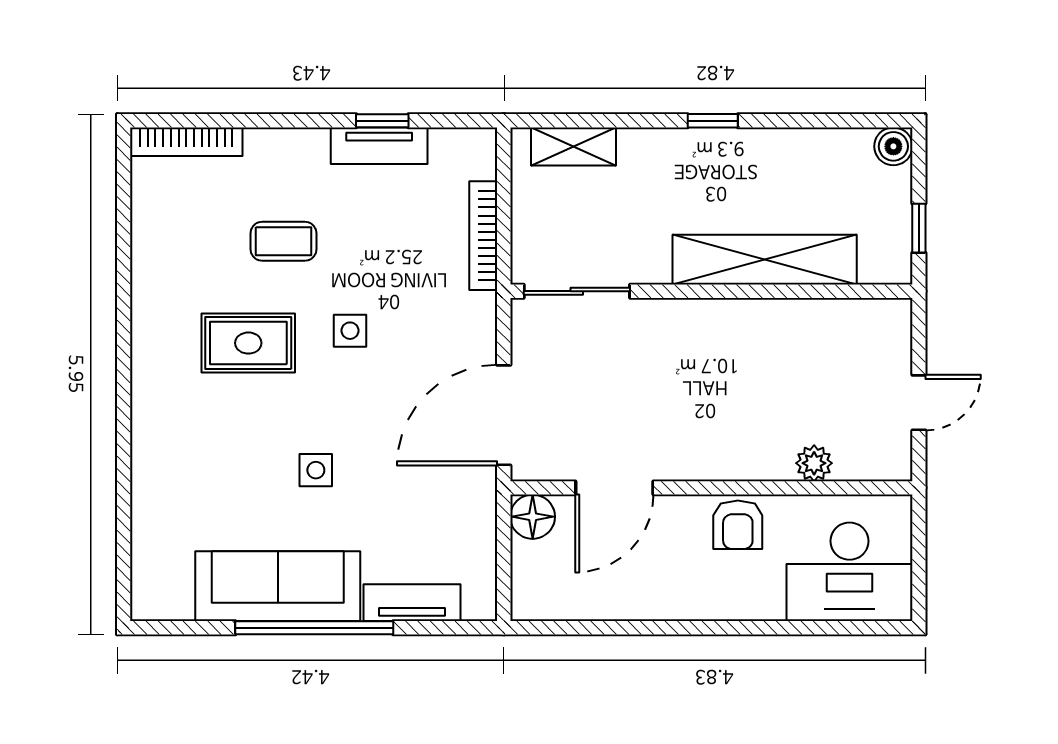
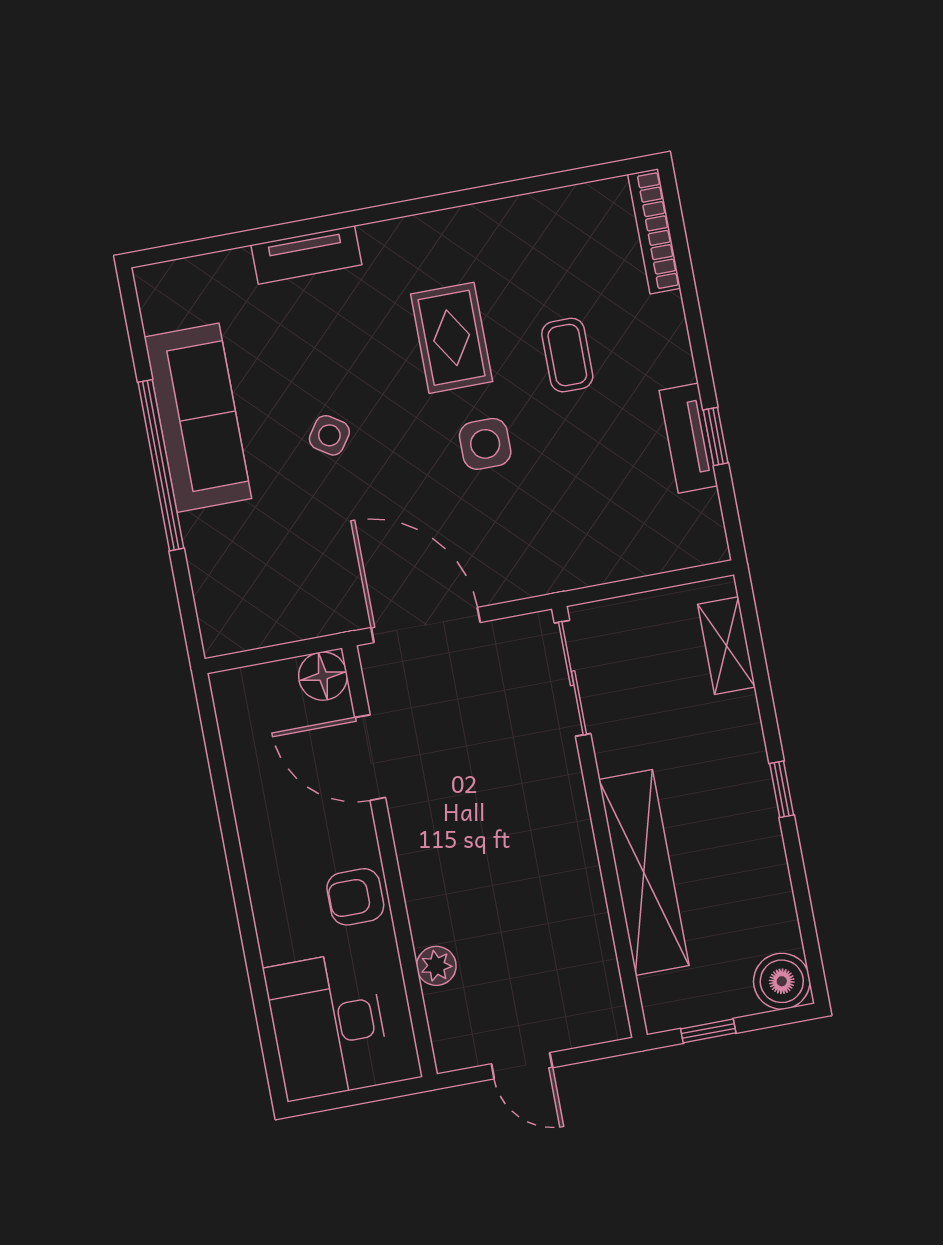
boiler: (893, 146) -> (782, 981), width x1.36, depth x1.36
bookcase: (483, 236) -> (613, 567), removed
side table: (350, 331) -> (485, 444), width x1.37, depth x1.37
side table: (316, 470) -> (329, 435), turned 34
tv unit: (412, 603) -> (306, 255), moved, turned 90

